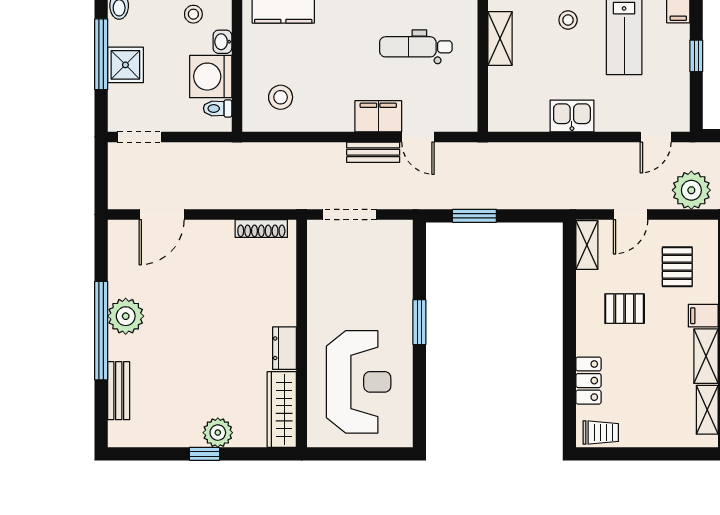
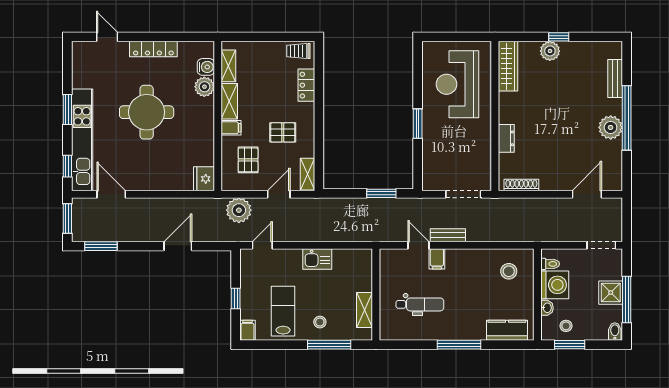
filing cabinet: (378, 116) -> (437, 259), width x0.50
dresser: (285, 348) -> (506, 138), moved

